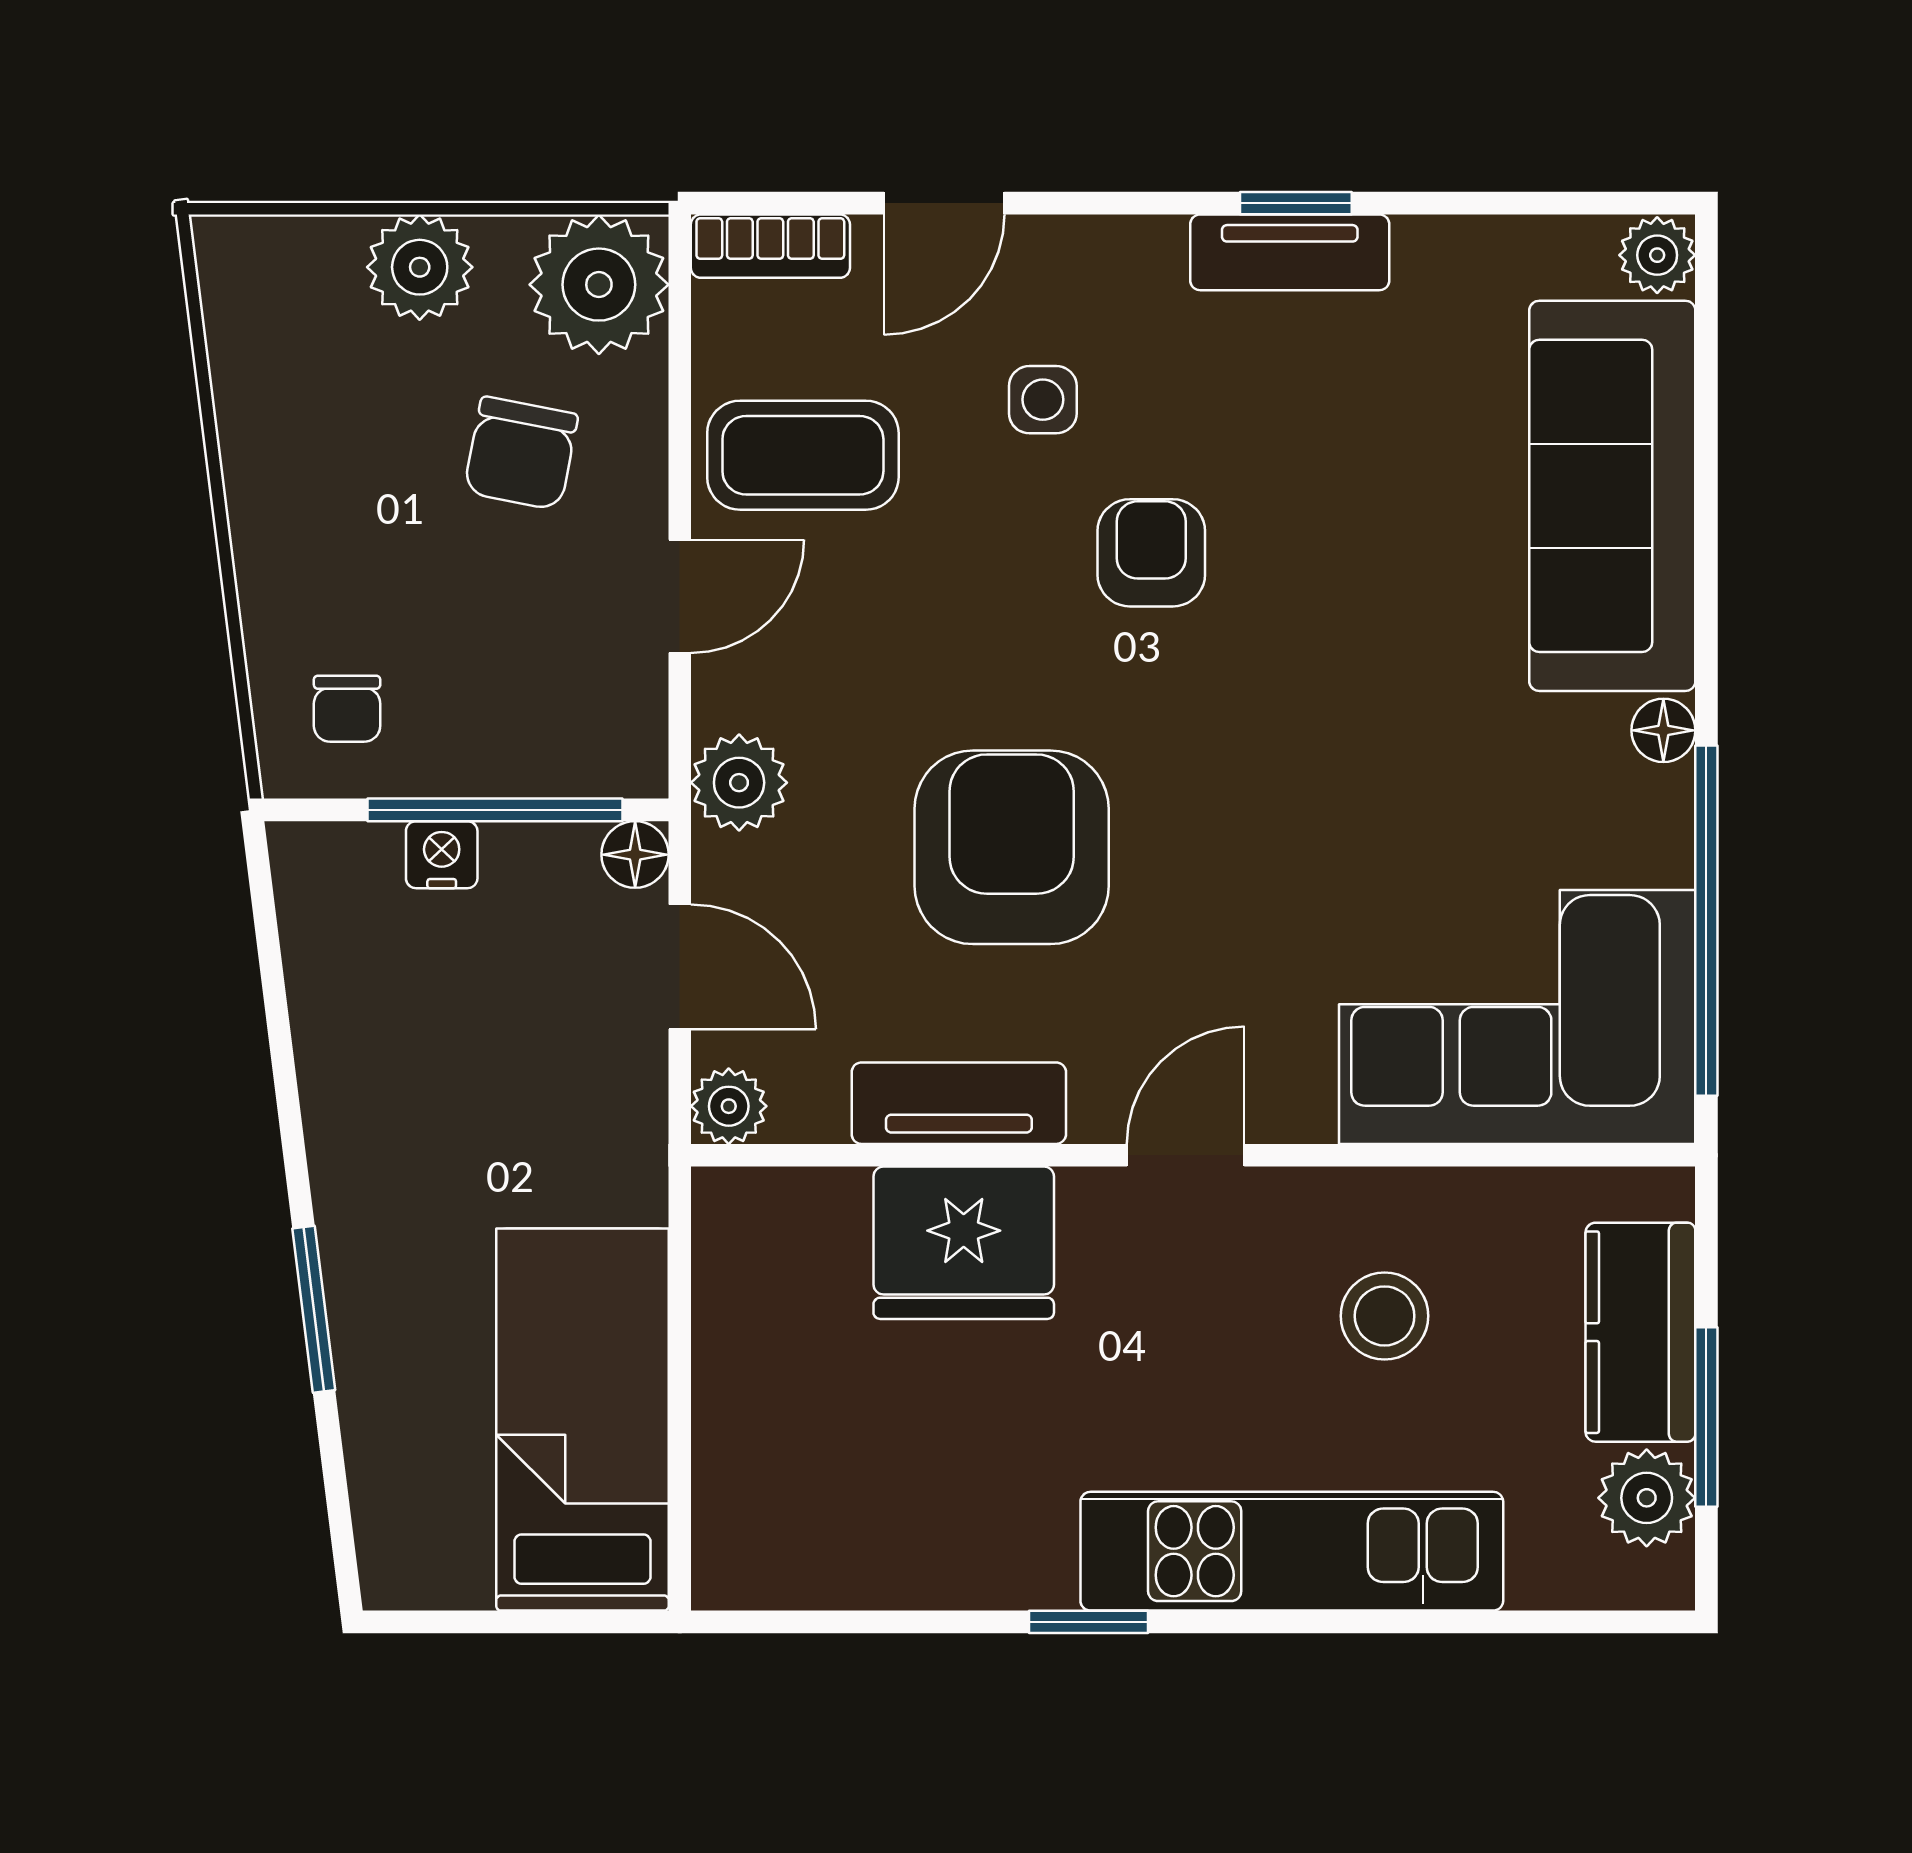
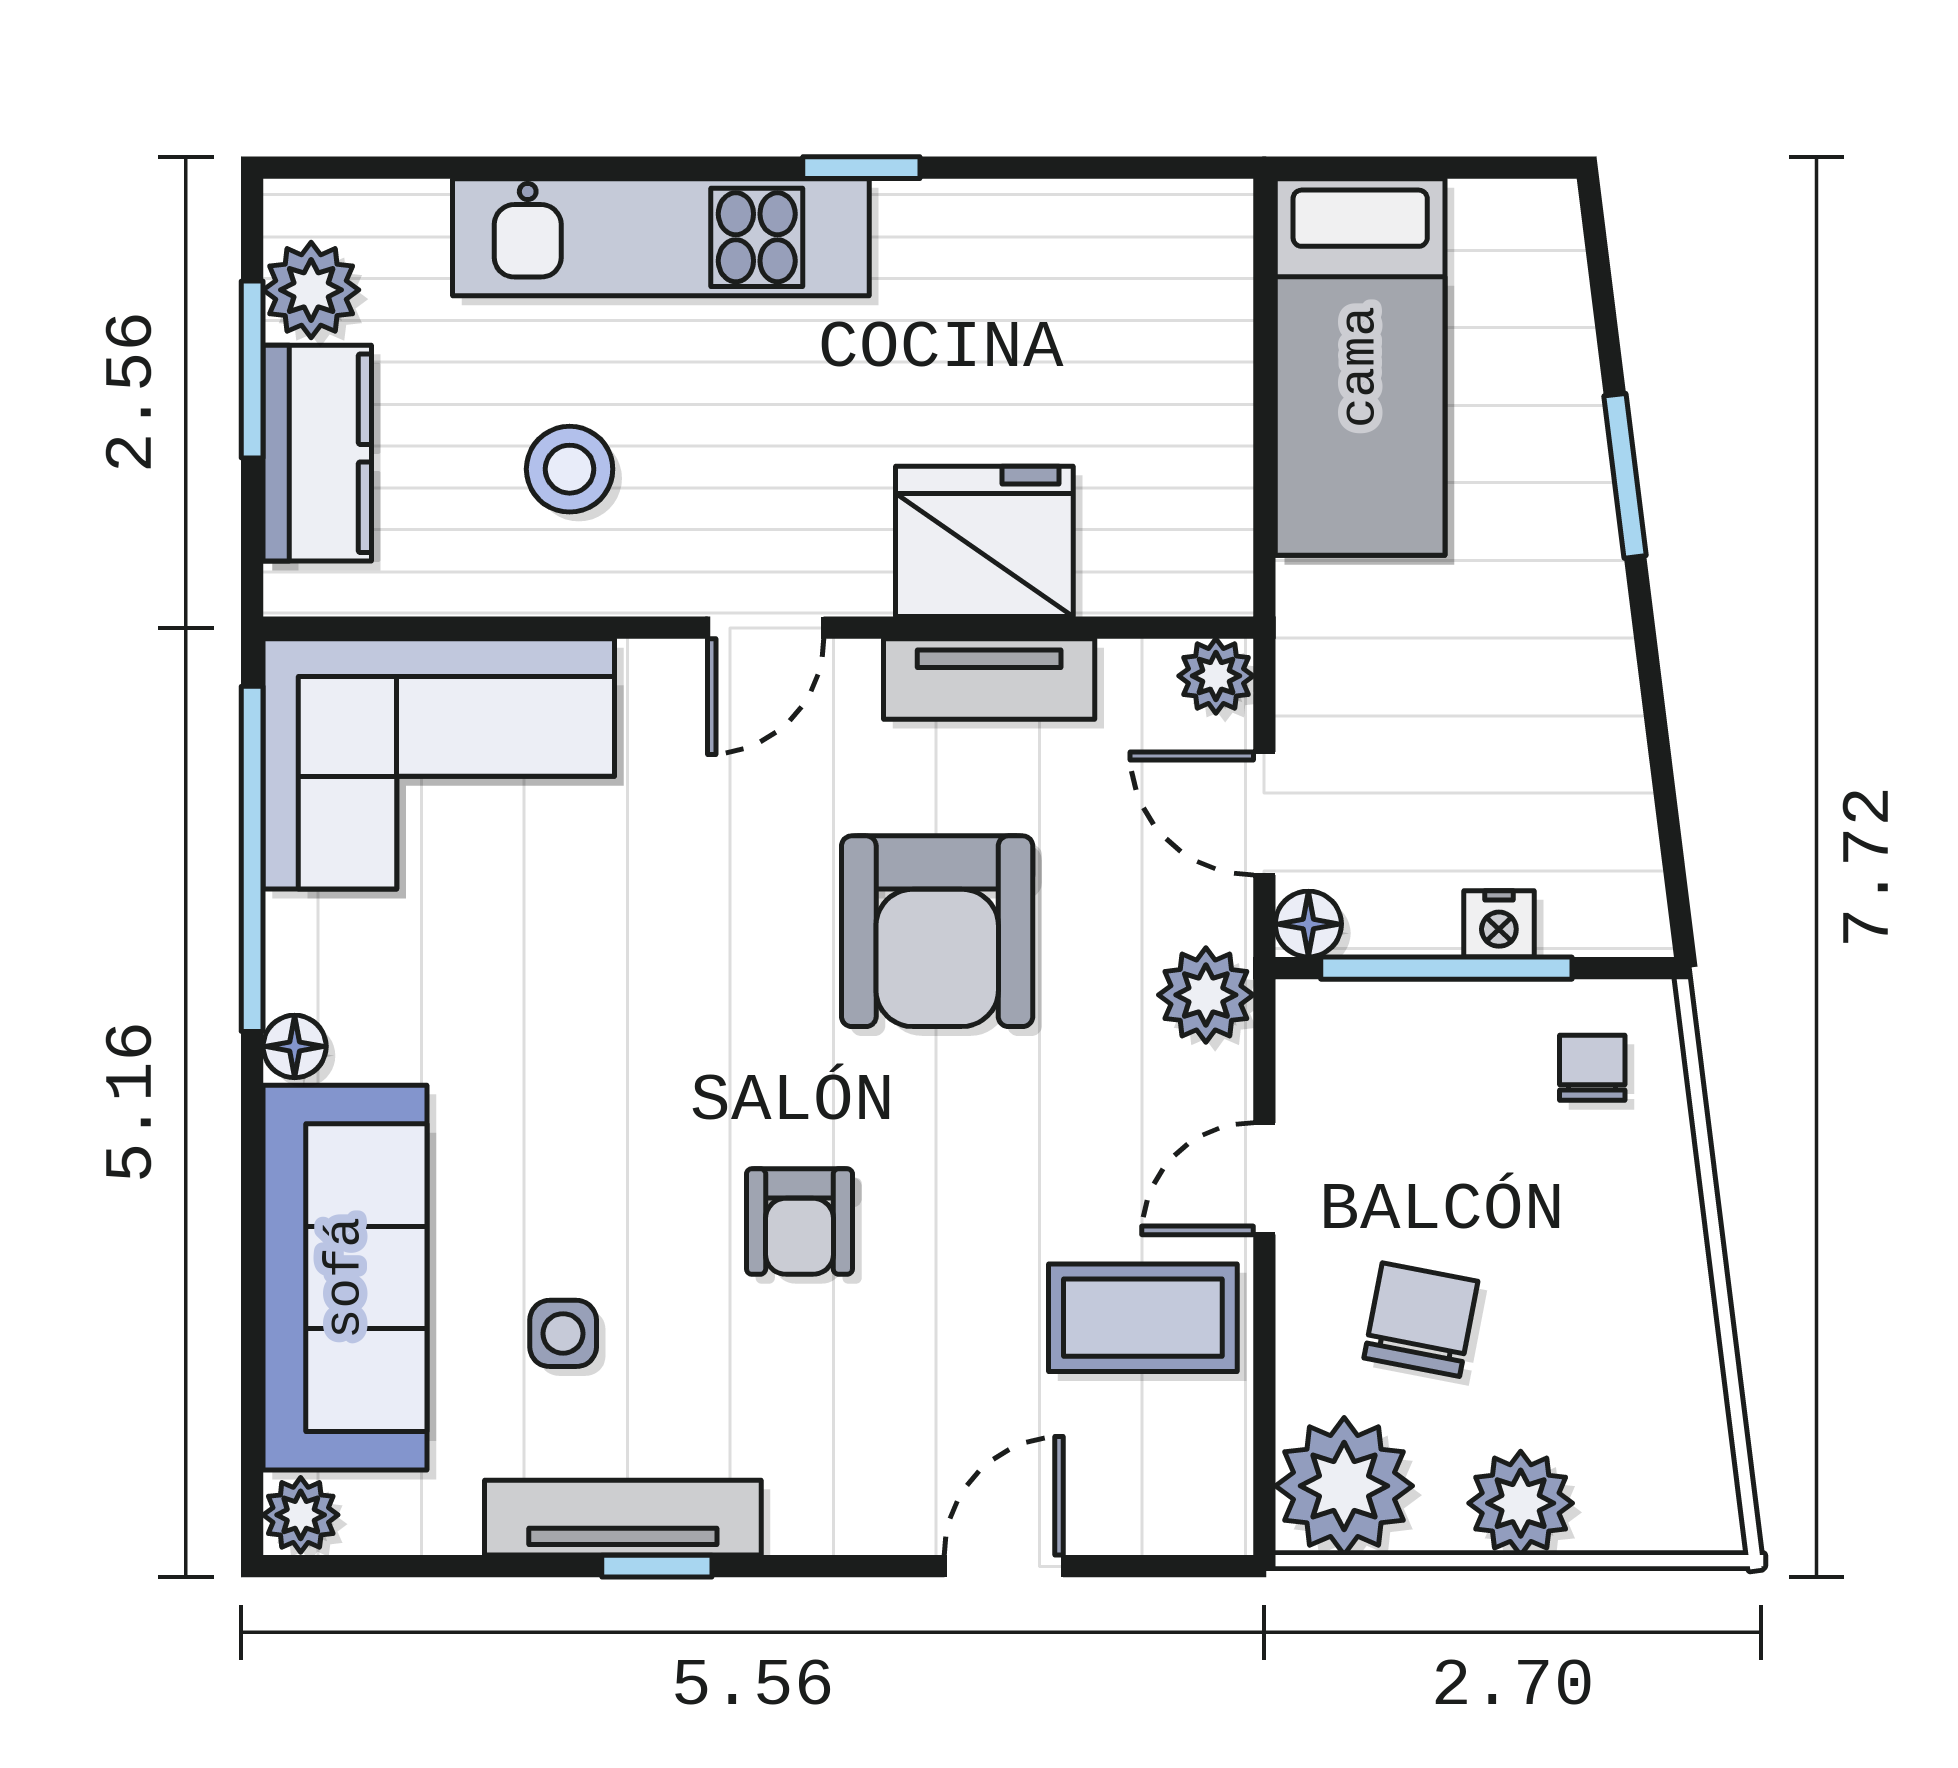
bookcase: (770, 246) -> (1175, 1524), removed
tv unit: (1290, 252) -> (623, 1518), width x1.41
side table: (1043, 400) -> (563, 1333), moved

